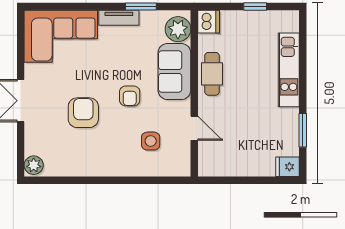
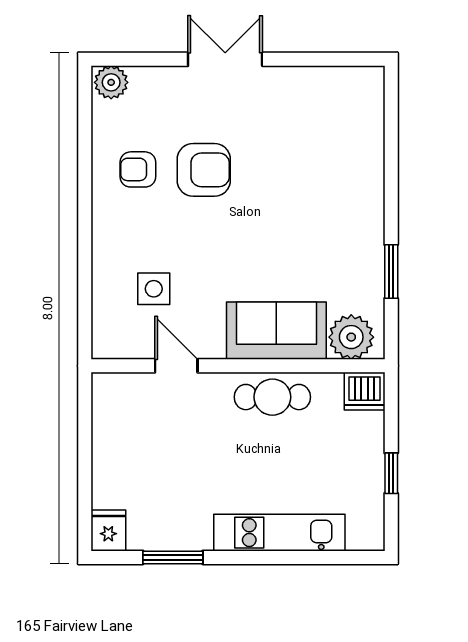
tv unit: (119, 18) -> (371, 233), removed
corner sofa: (61, 36) -> (339, 130), removed
armchair: (130, 96) -> (138, 169), moved
door: (194, 128) -> (176, 366), swing flipped

